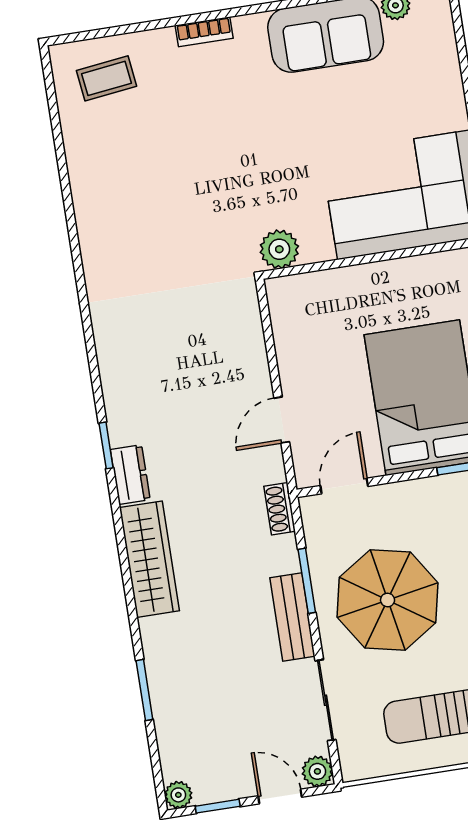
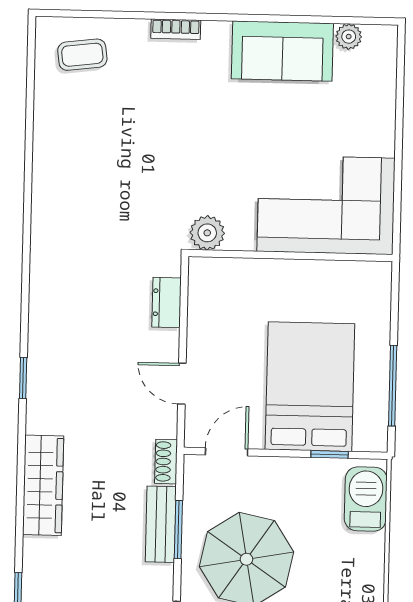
door: (282, 420) -> (182, 384), hinge flipped
dresser: (130, 475) -> (167, 302), moved, turned 180
bench: (292, 617) -> (161, 524), moved

